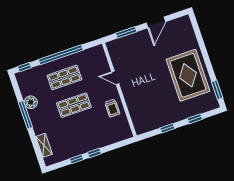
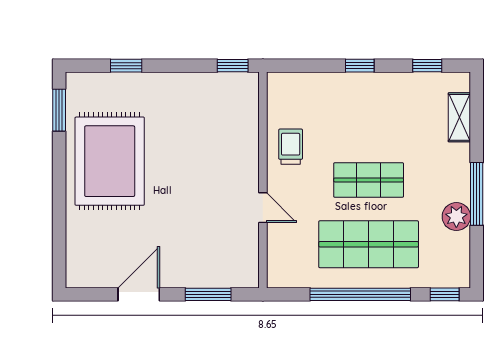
shop shelf: (64, 77) -> (369, 244), width x1.43, depth x1.36
window: (167, 128) -> (233, 66), moved
window: (76, 159) -> (427, 66), moved

